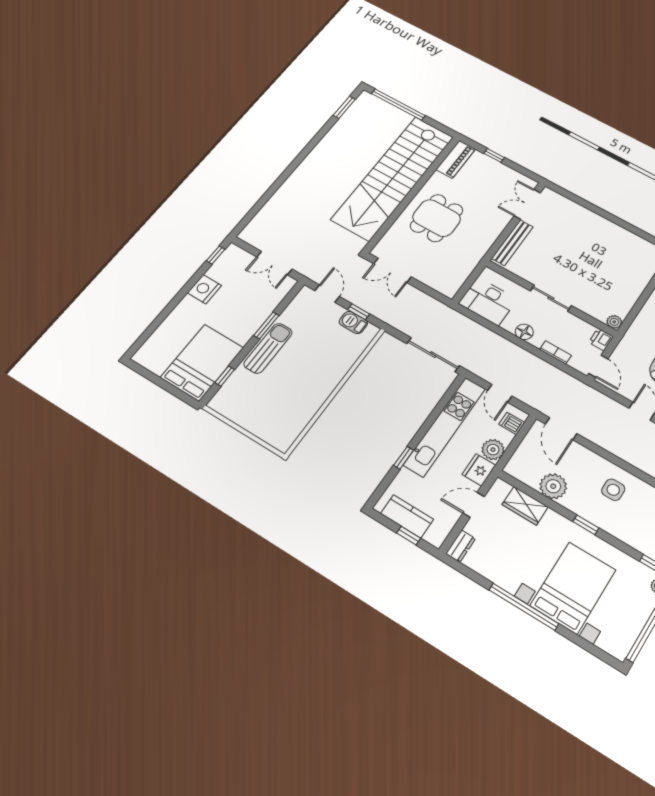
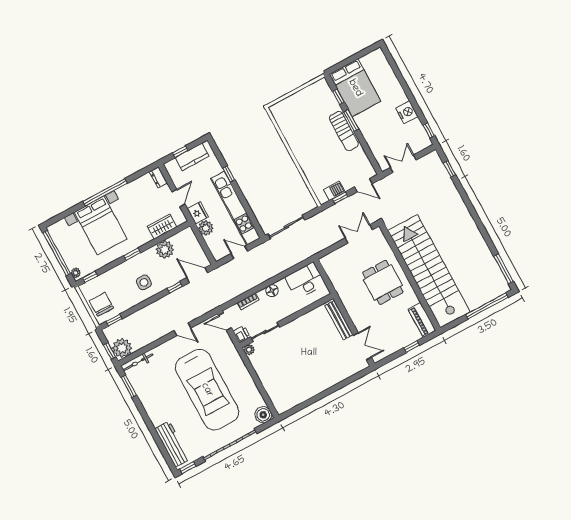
window: (344, 107) -> (503, 269), width x1.44
window: (253, 212) -> (449, 169), added
sliding door: (551, 298) -> (265, 332), moved
window: (266, 325) -> (351, 121), moved
dishwasher: (512, 423) -> (216, 248), removed
window: (594, 448) -> (175, 287), added

